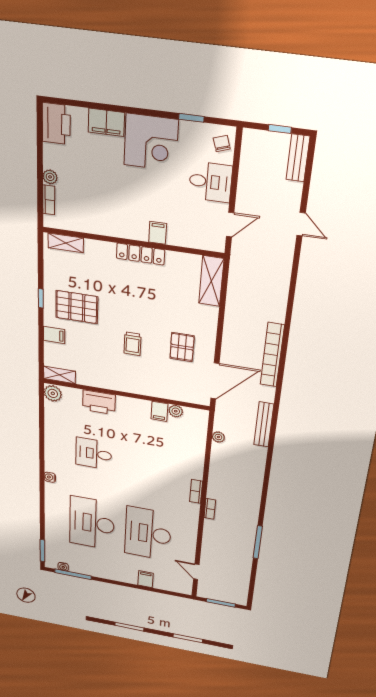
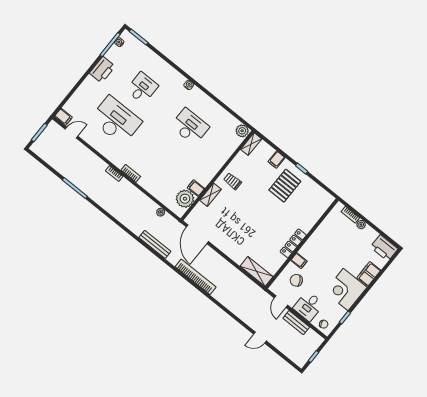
bench: (298, 158) -> (296, 323), moved
chair: (186, 221) -> (296, 280), added
shelving: (66, 243) -> (210, 195), moved
trolley: (132, 344) -> (232, 181), moved
pallet: (182, 347) -> (228, 229), removed
printer: (99, 402) -> (102, 70), moved, turned 180
plant: (176, 411) -> (185, 199), width x1.87, depth x1.87
desk: (94, 454) -> (190, 126), width x1.37
desk: (92, 523) -> (142, 88), width x0.53, depth x0.77
filing cabinet: (146, 579) -> (63, 117), moved

